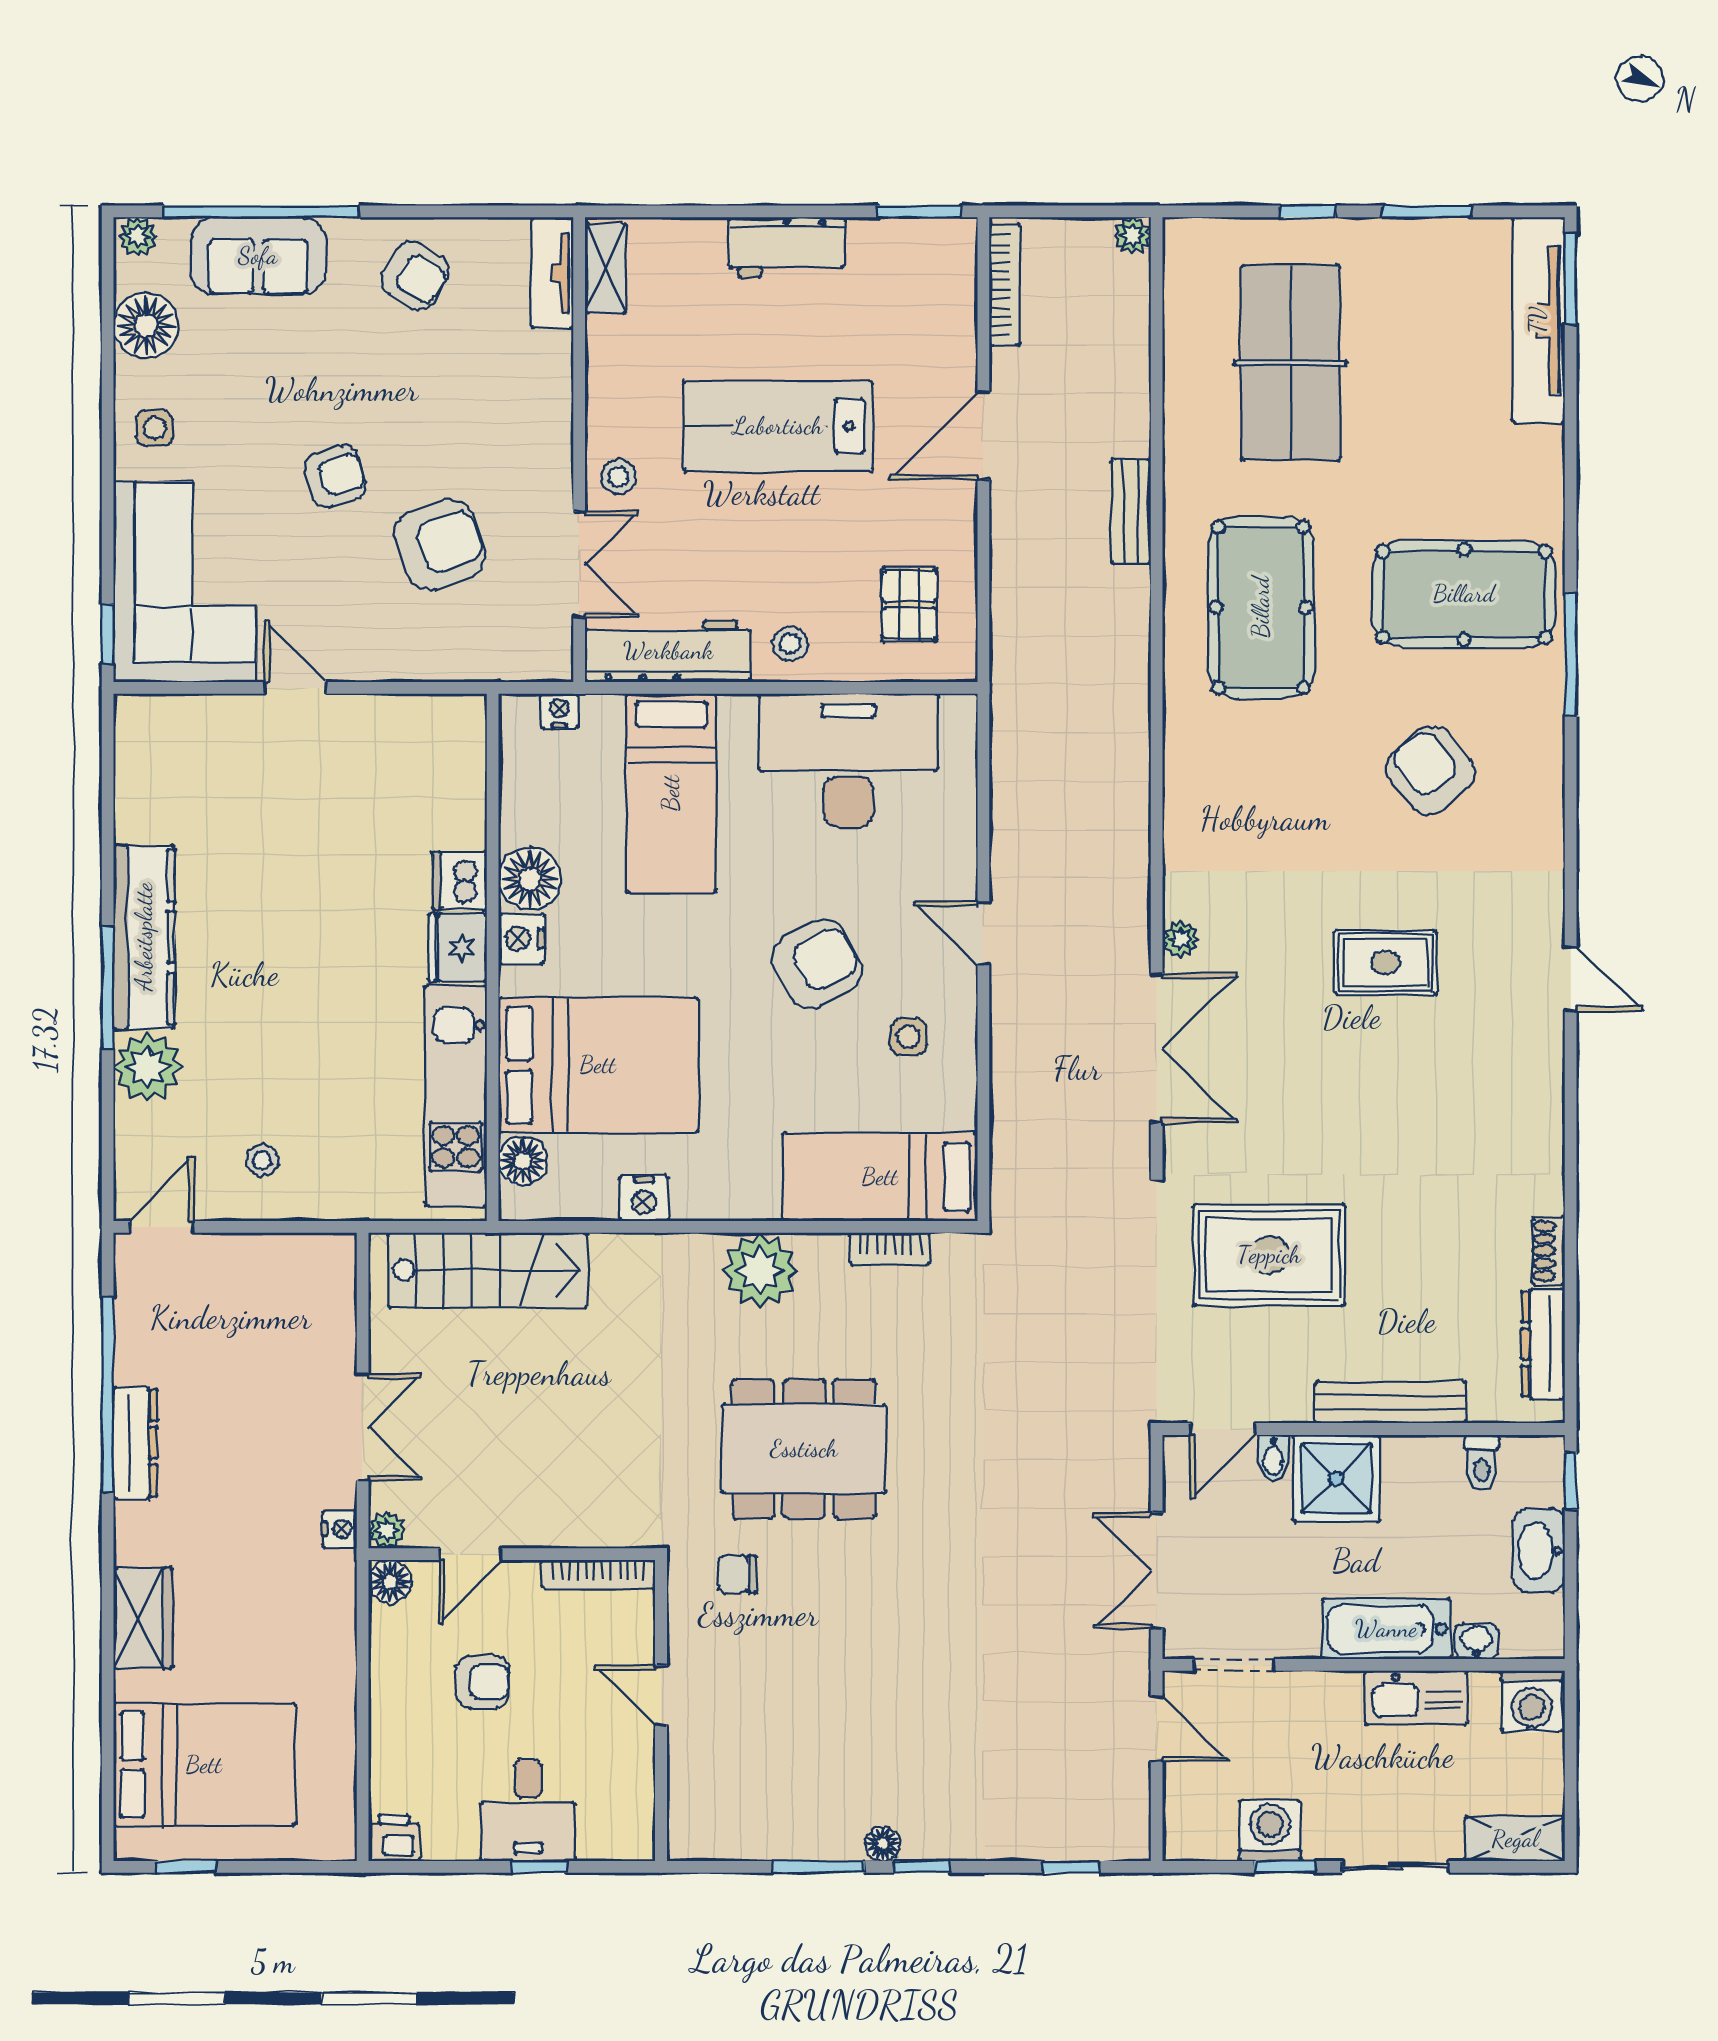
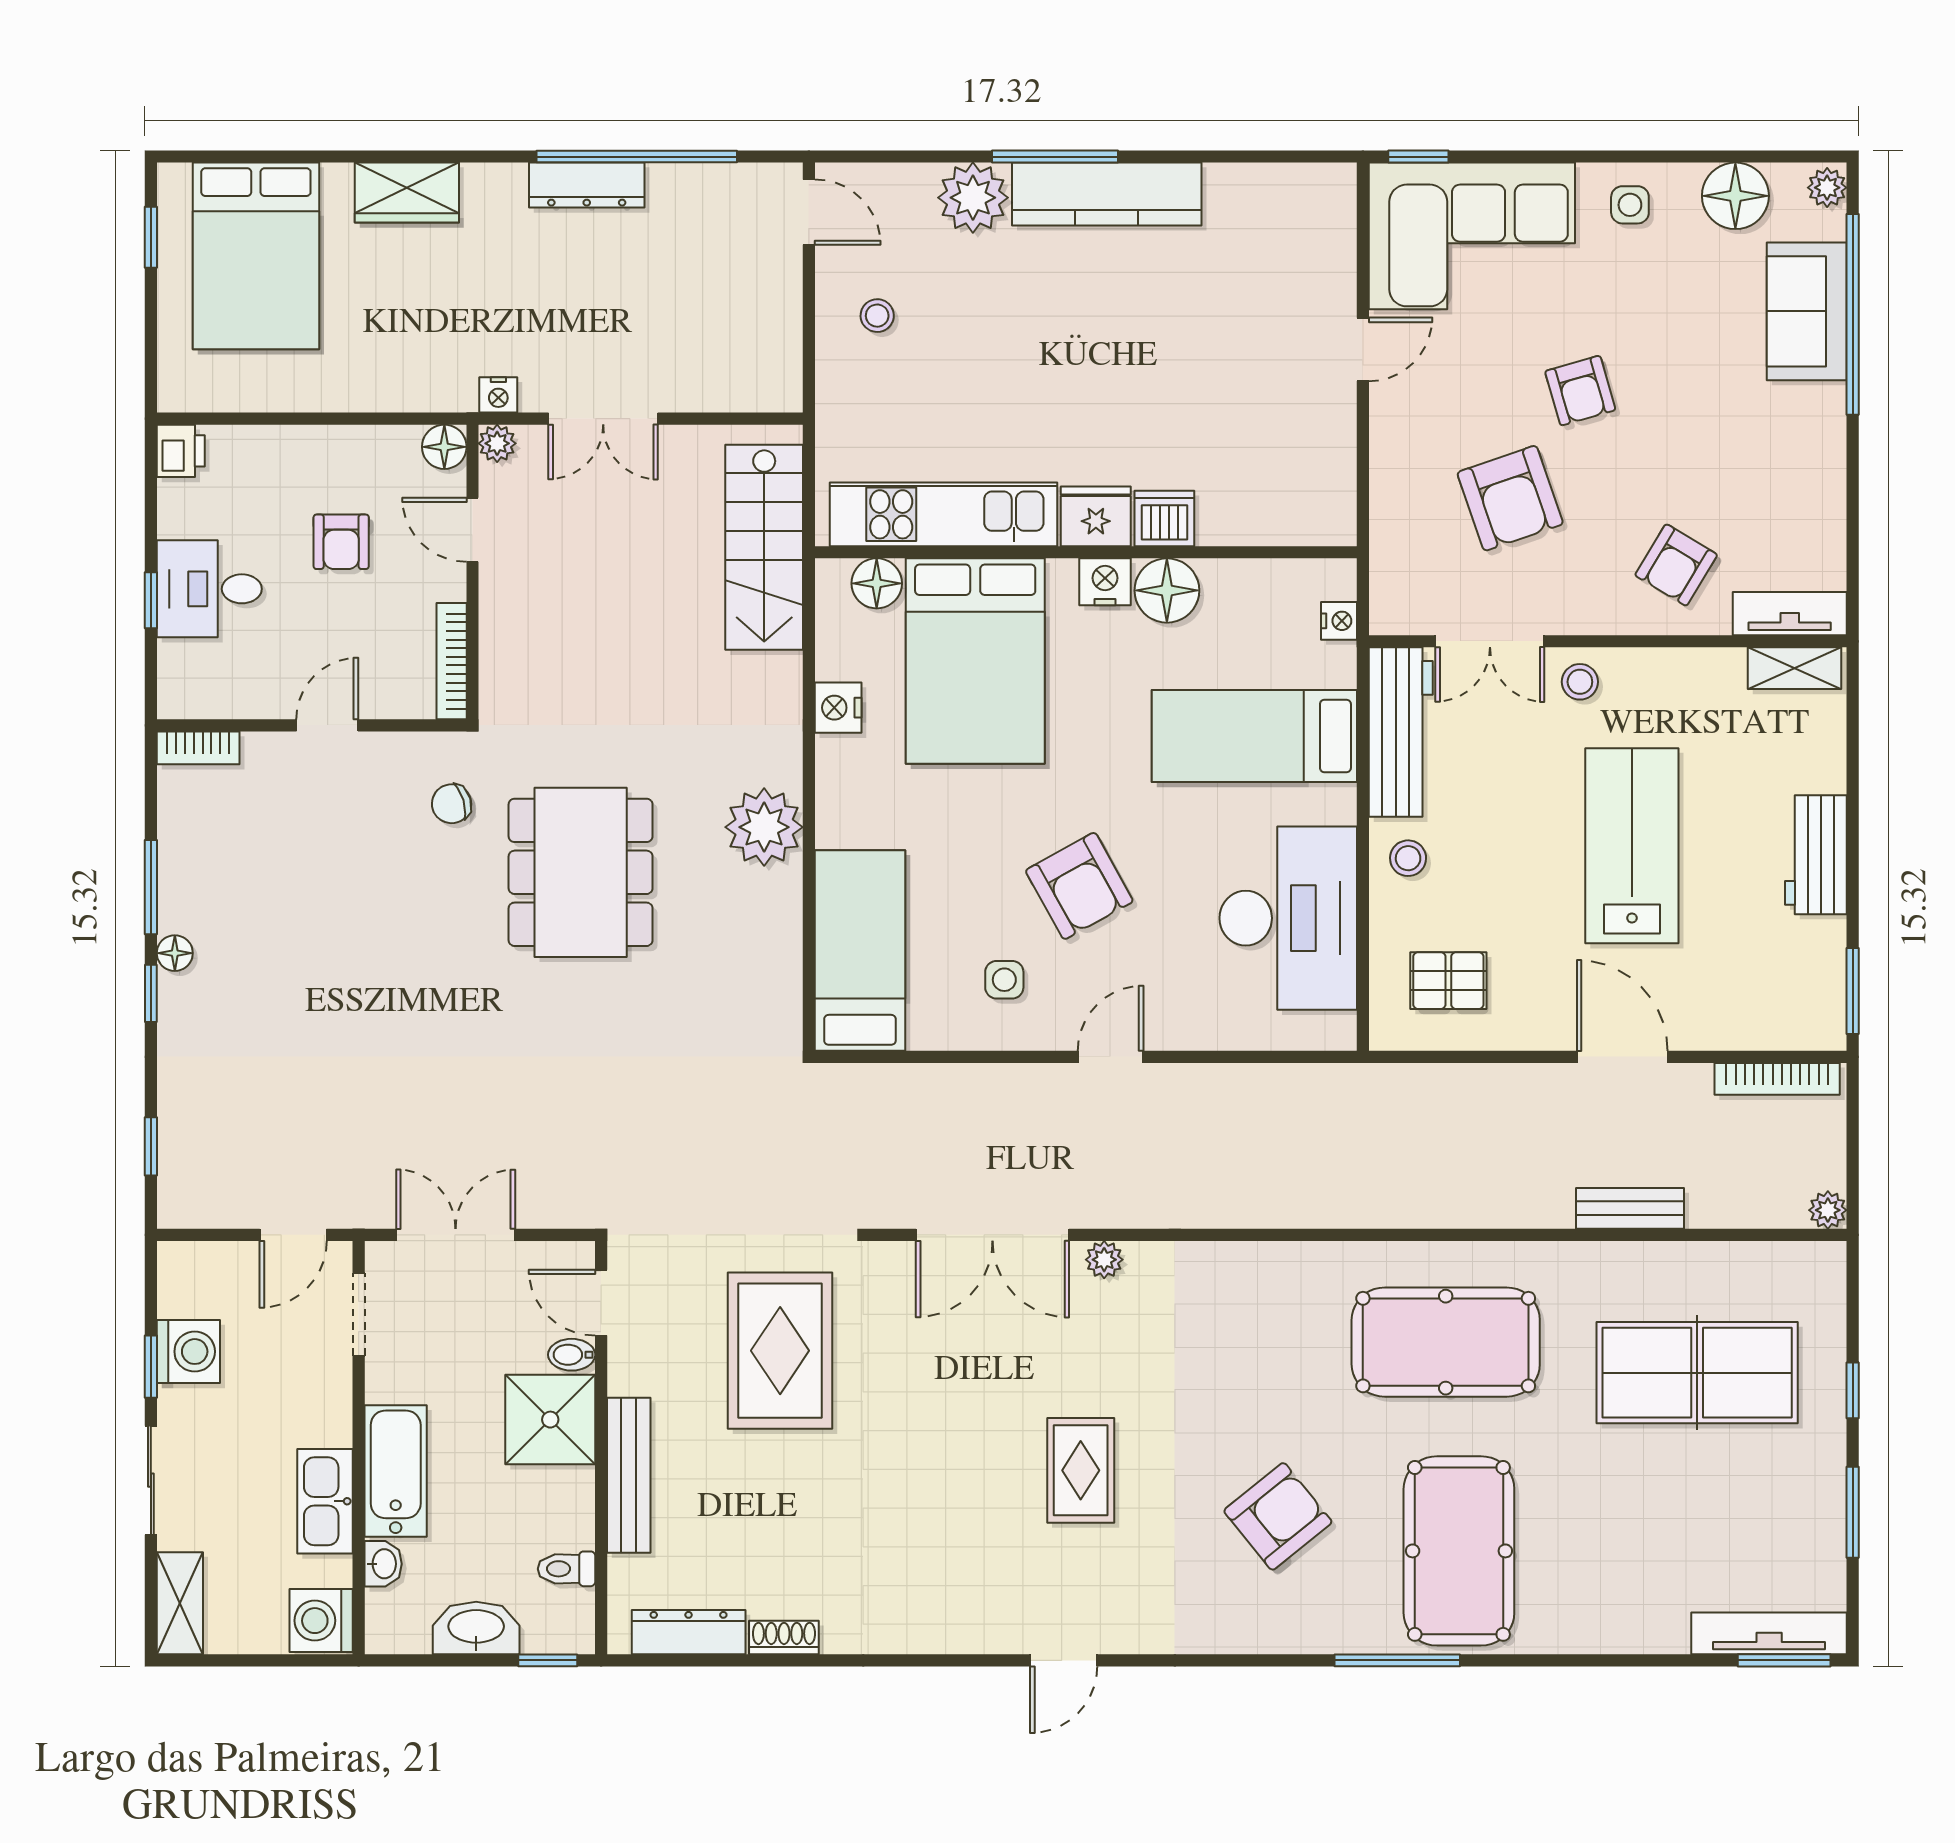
armchair: (415, 276) -> (1676, 565), moved
tv unit: (1538, 320) -> (1769, 1633), width x0.73, depth x0.78
bench: (1131, 511) -> (1630, 1208), moved
bookcase: (890, 1249) -> (198, 748), moved, turned -90
chair: (737, 1574) -> (452, 804), turned -107

